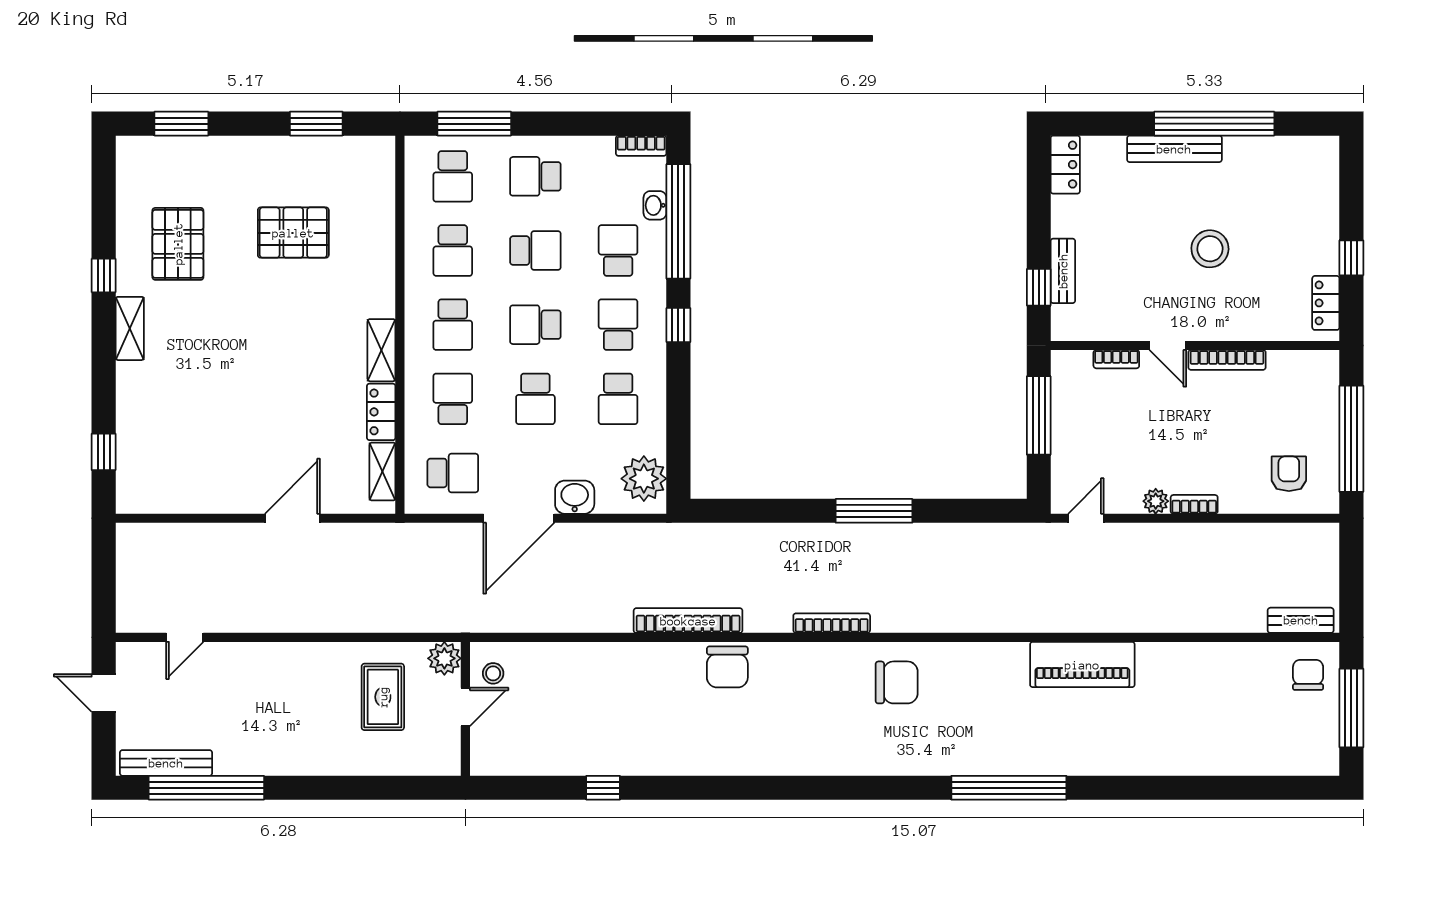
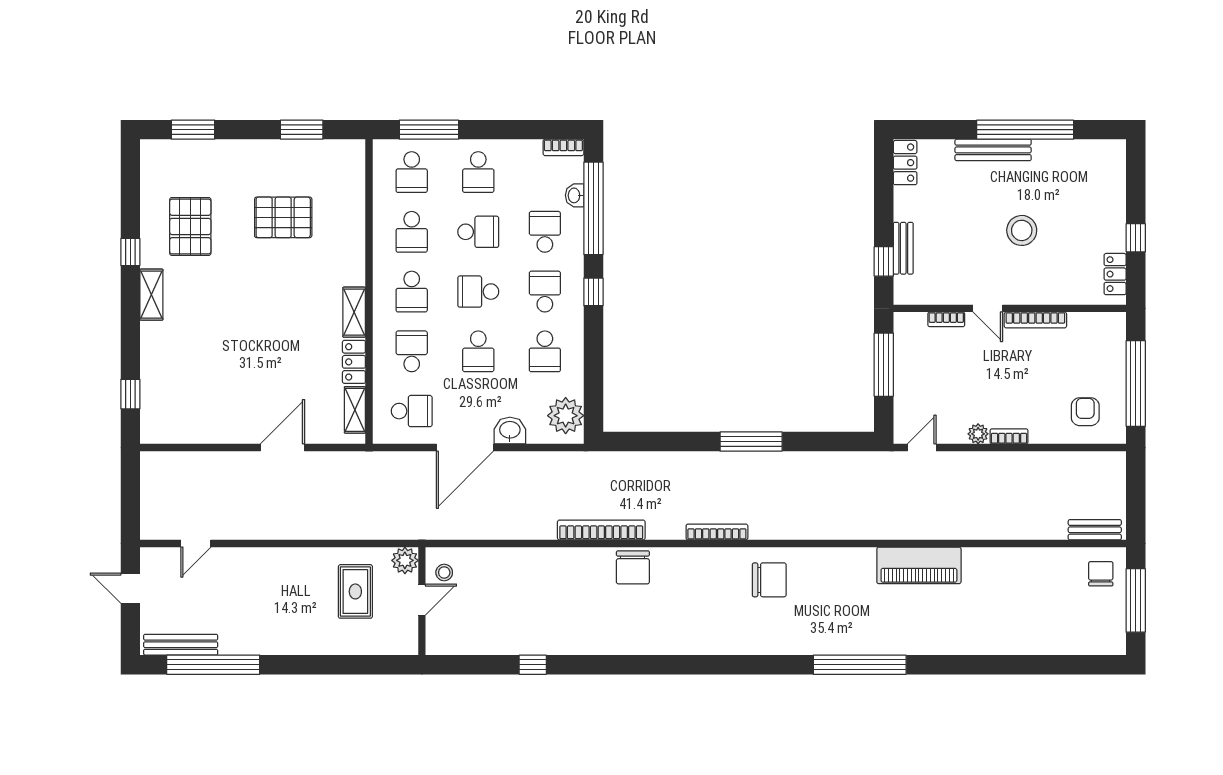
school desk: (535, 176) -> (478, 172), turned -90

